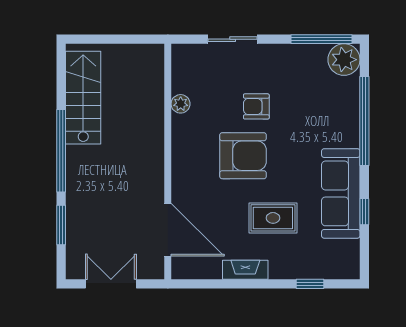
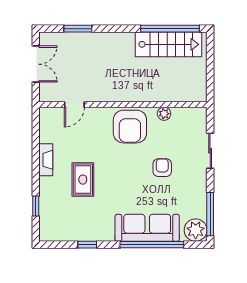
window: (61, 151) -> (170, 29), moved
armchair: (243, 156) -> (130, 127), moved
sofa: (341, 193) -> (147, 228), moved
door: (168, 230) -> (74, 105), width x0.53

